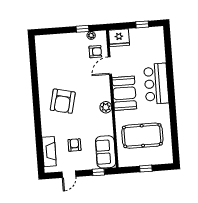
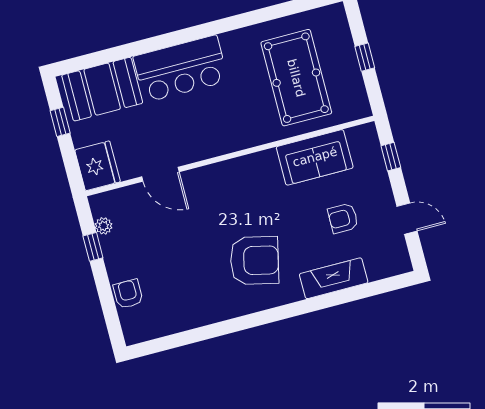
armchair: (95, 52) -> (128, 294), moved
booth: (124, 93) -> (102, 89), moved
plant: (106, 107) -> (250, 166), removed
fireplace: (49, 152) -> (334, 278), moved
sofa: (106, 152) -> (315, 157), moved

